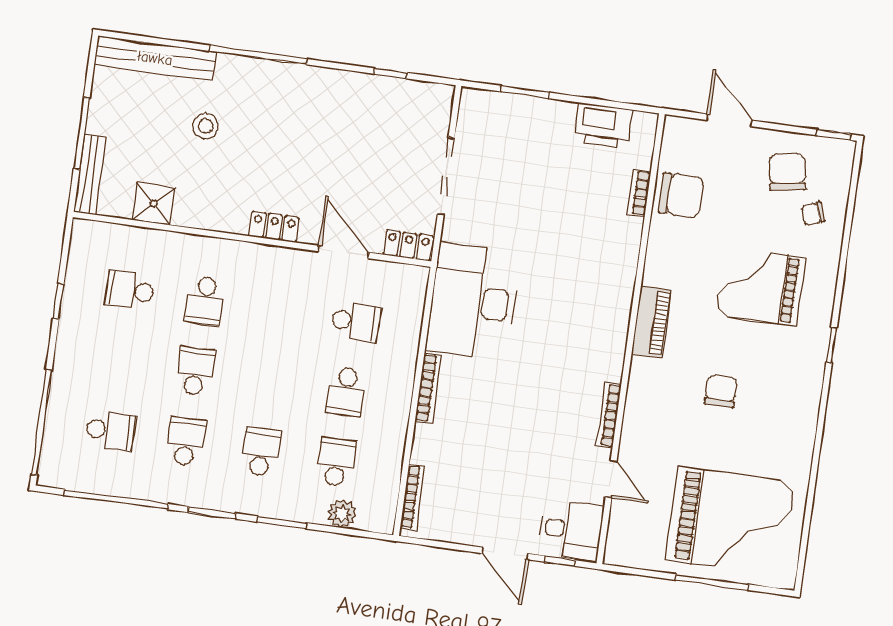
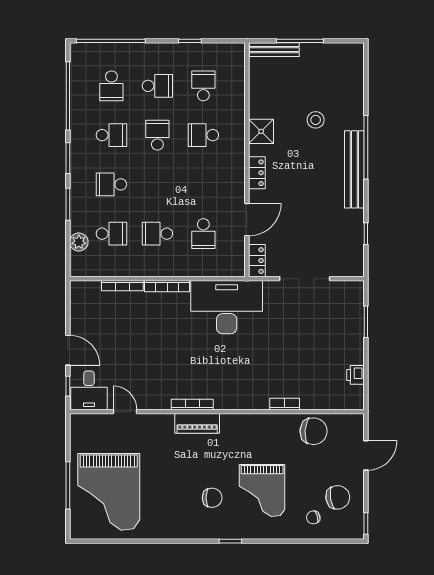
bench: (155, 58) -> (354, 169), moved
printer: (603, 125) -> (355, 375), width x0.53, depth x0.68
bookcase: (639, 193) -> (285, 404), moved
chair: (681, 195) -> (314, 431), turned -86
shower: (154, 204) -> (261, 131), moved
chair: (813, 214) -> (313, 517), turned -85
grand piano: (761, 286) -> (262, 491), turned 180
piano: (651, 322) -> (197, 423), moved
school desk: (120, 360) -> (157, 86), added
school desk: (195, 371) -> (157, 135), turned -90
chair: (721, 391) -> (212, 498), moved
bookcase: (609, 415) -> (192, 404), moved
school desk: (261, 452) -> (111, 184), turned 180
door: (611, 479) -> (125, 412), swing flipped
bookcase: (412, 497) -> (122, 286), moved
door: (505, 553) -> (68, 350), swing flipped

